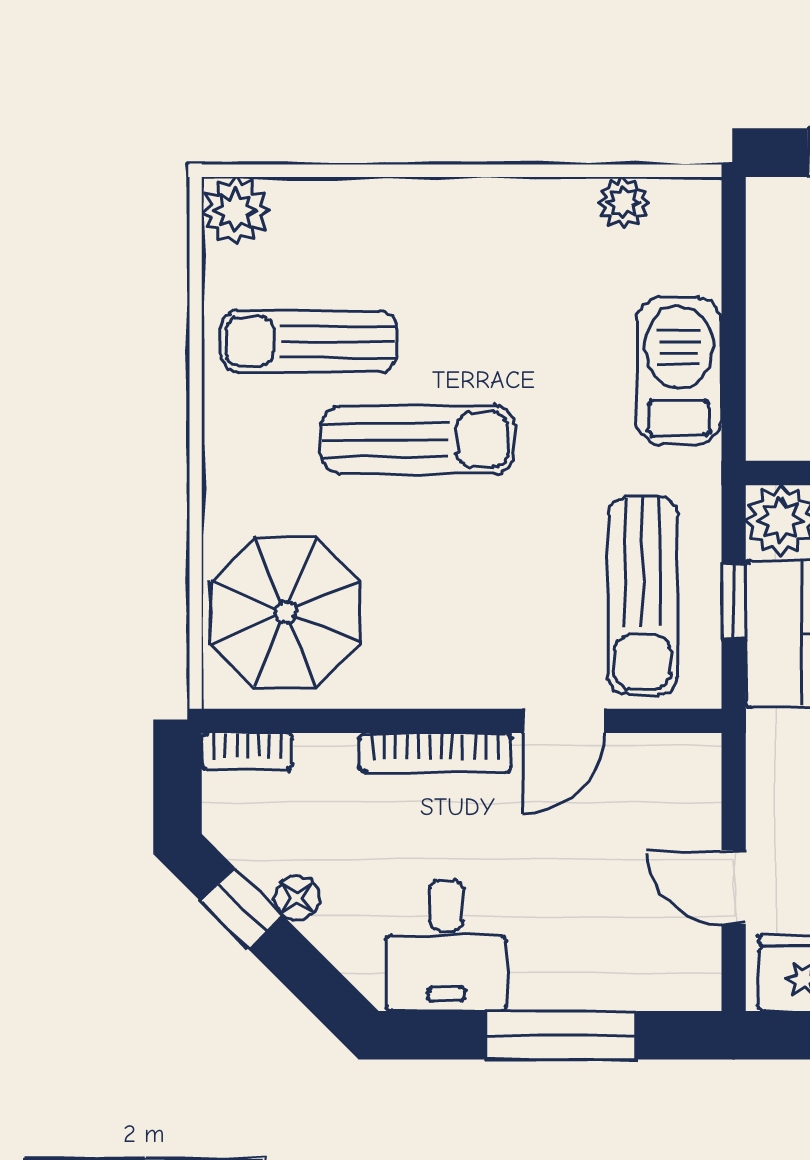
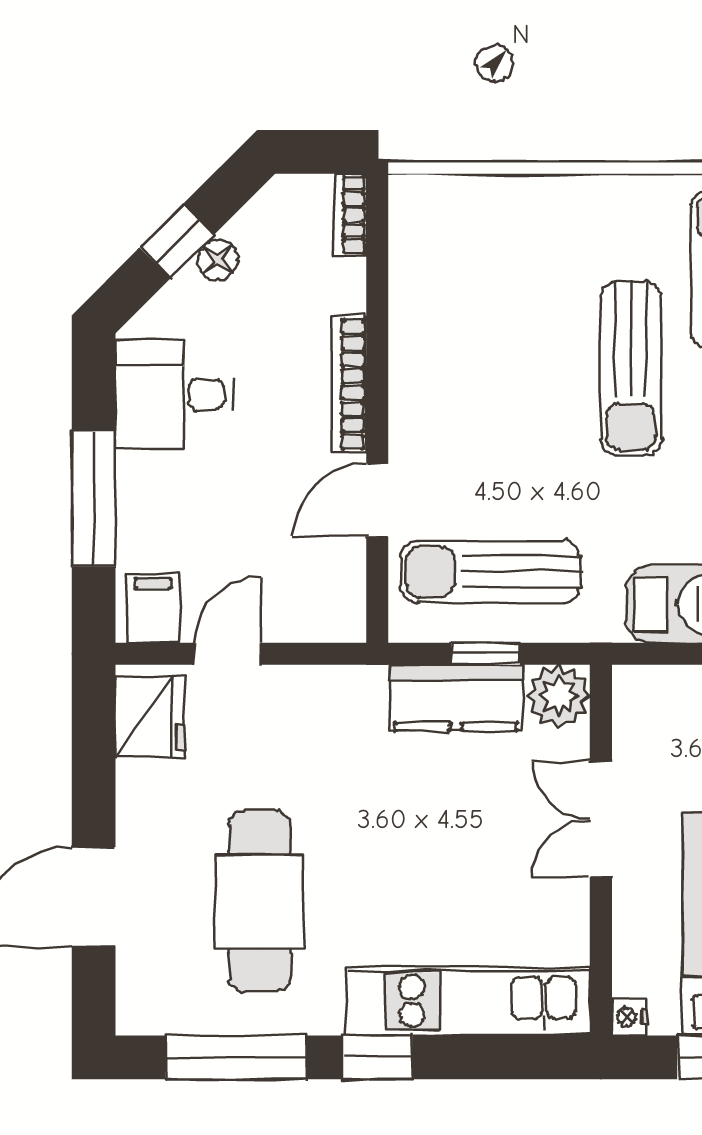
parasol: (285, 612) -> (475, 249), removed
door: (564, 721) -> (377, 500), hinge flipped
window: (242, 908) -> (177, 241), moved
filing cabinet: (683, 969) -> (153, 608), added

